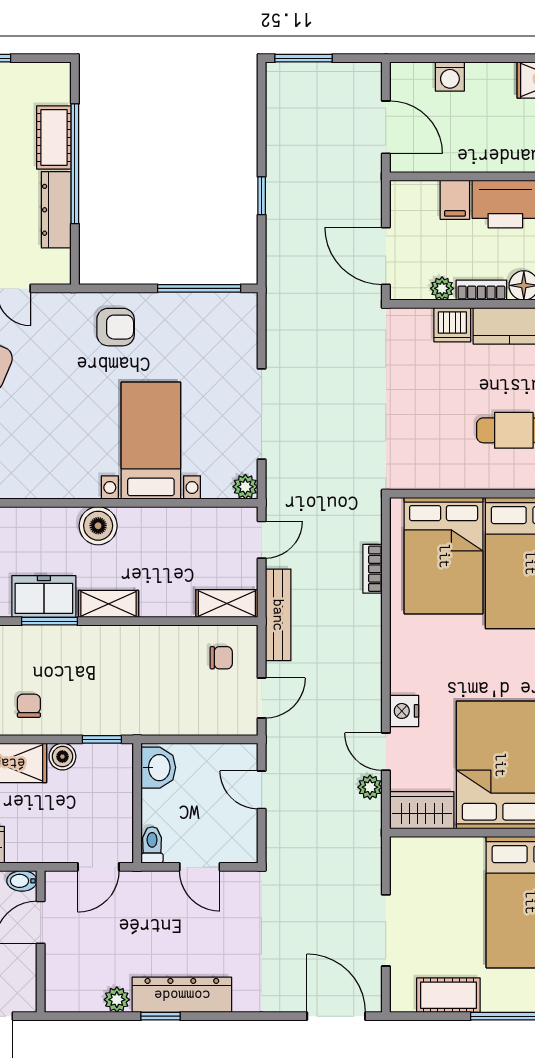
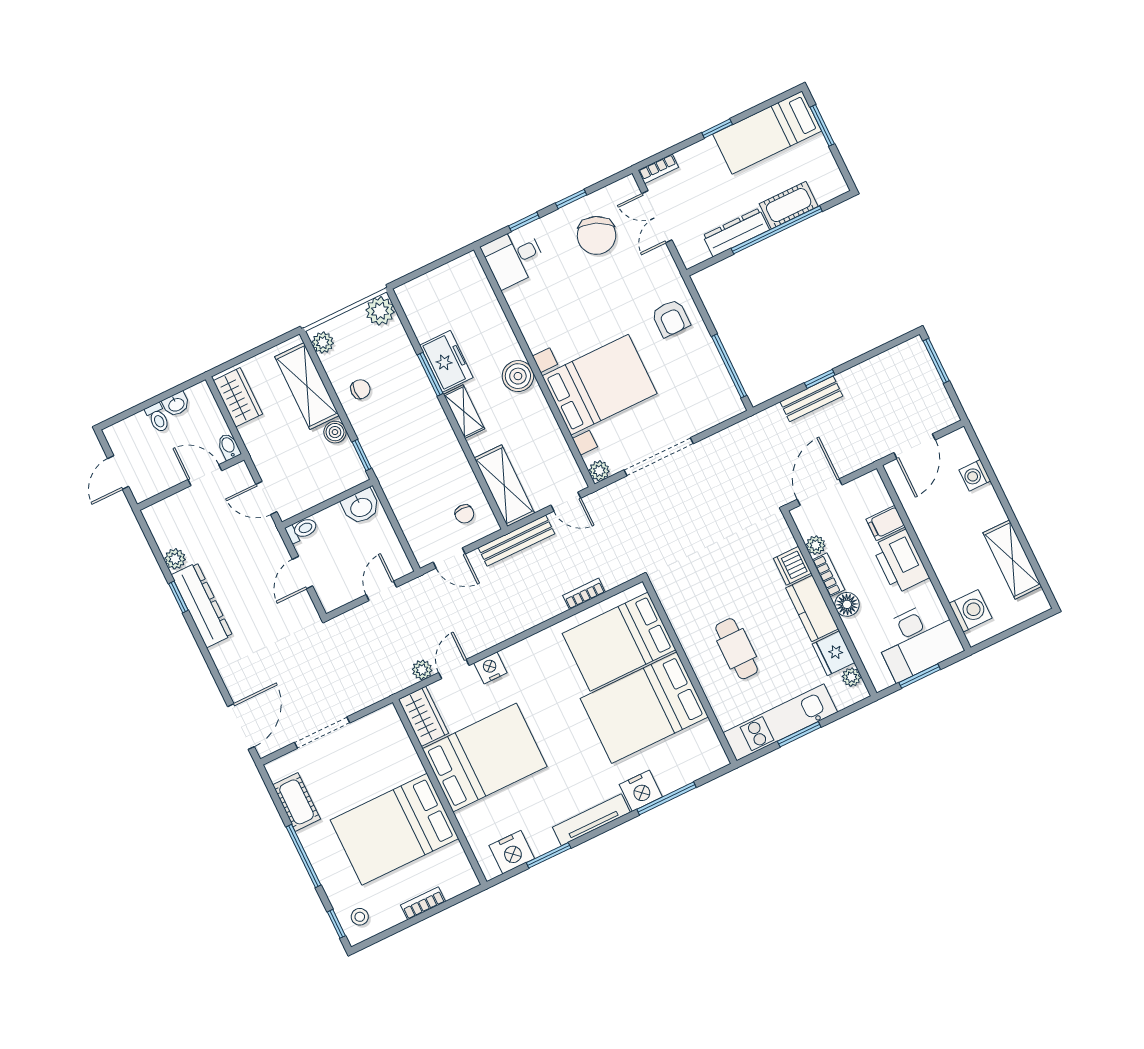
bench: (279, 215) -> (811, 399), added
bed with nightstands: (151, 441) -> (600, 385), width x1.36
shelving: (227, 603) -> (504, 486), width x1.50, depth x1.33

